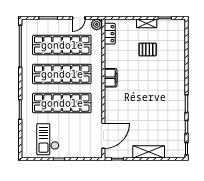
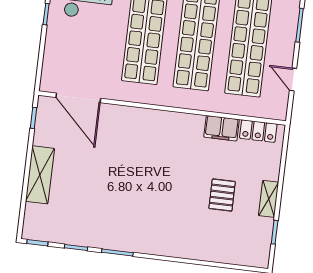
plant: (97, 24) -> (277, 110), removed
filing cabinet: (111, 78) -> (222, 128), moved

